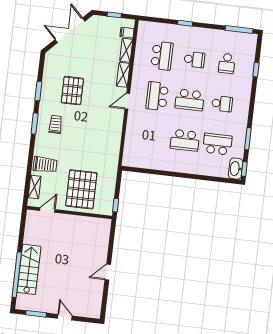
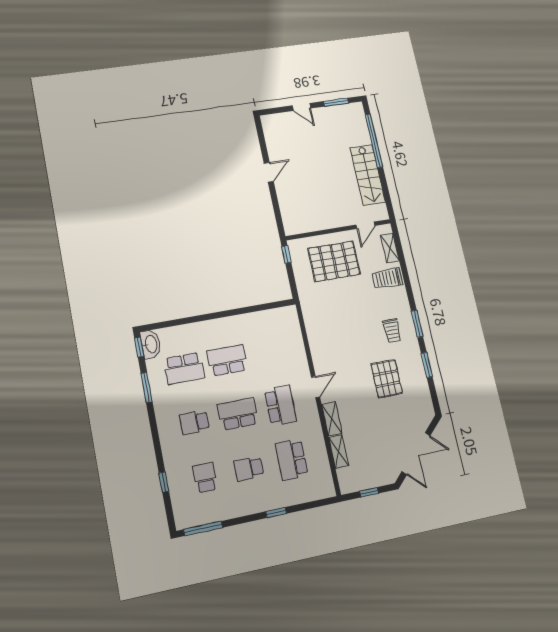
filing cabinet: (127, 33) -> (345, 475), removed
pallet: (81, 189) -> (334, 261), turned 90
stairs: (29, 269) -> (368, 175), moved

